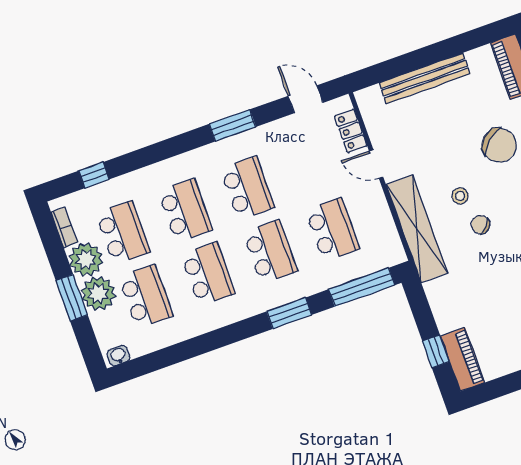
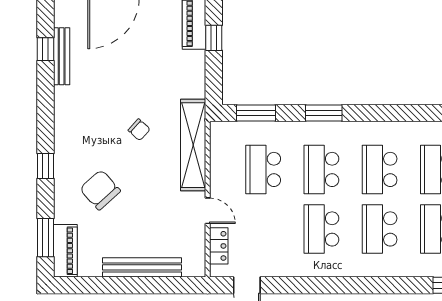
window: (233, 125) -> (315, 285), removed
stool: (460, 196) -> (148, 159), removed
window: (362, 287) -> (256, 113), width x0.69

